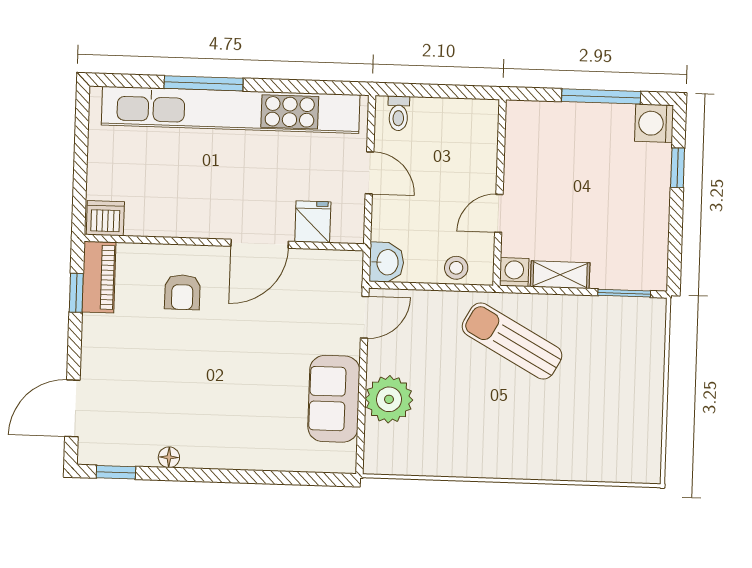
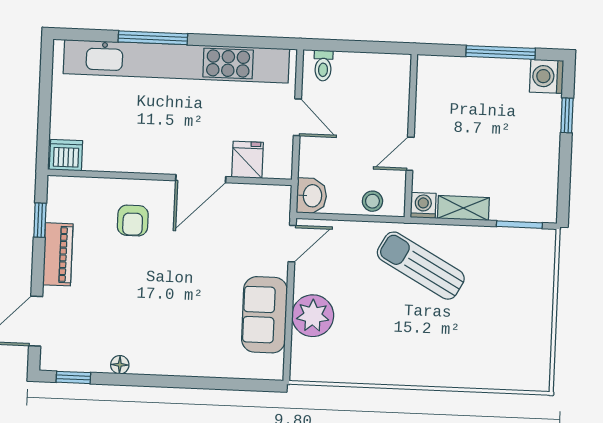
piano: (99, 277) -> (58, 254), moved

